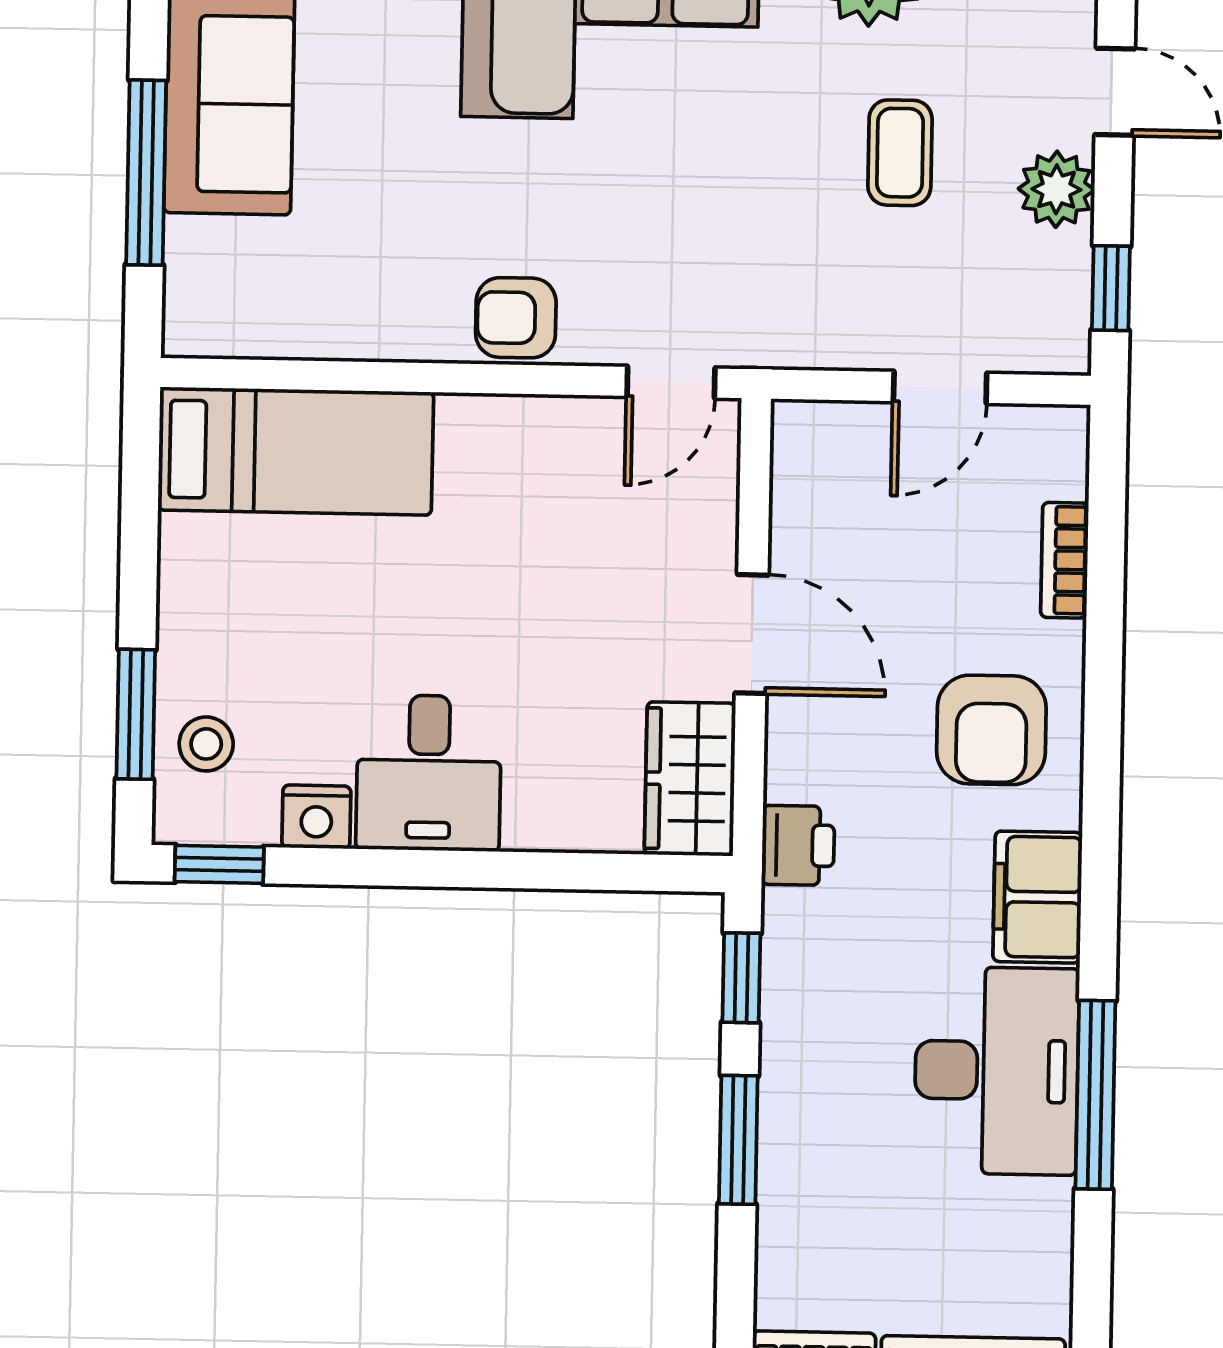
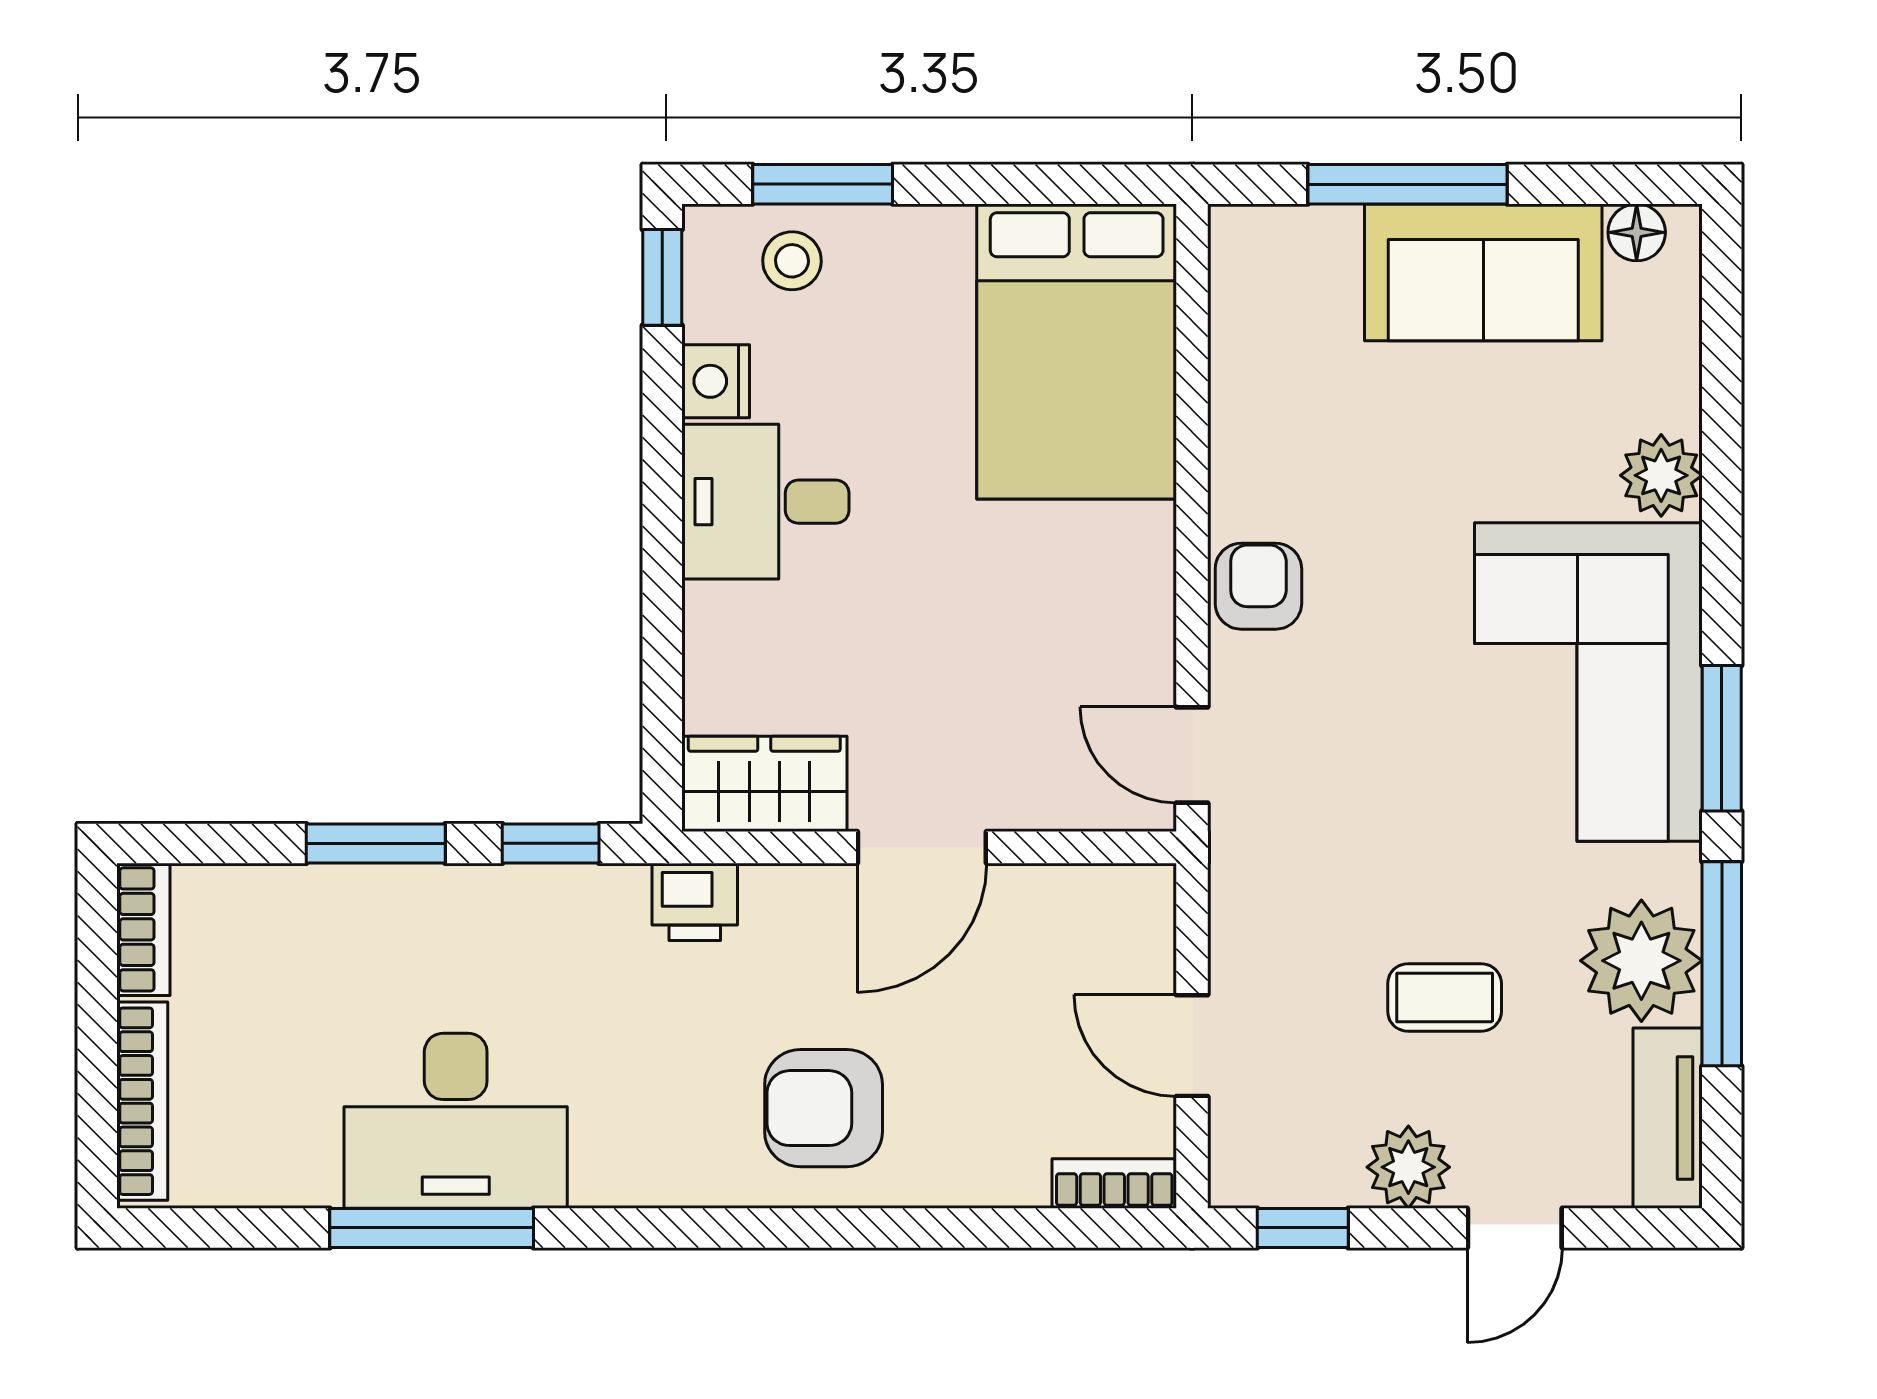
bed: (296, 451) -> (1077, 351), width x1.50
bookcase: (1065, 560) -> (1114, 1184), moved
filing cabinet: (1038, 897) -> (644, 1161), removed

